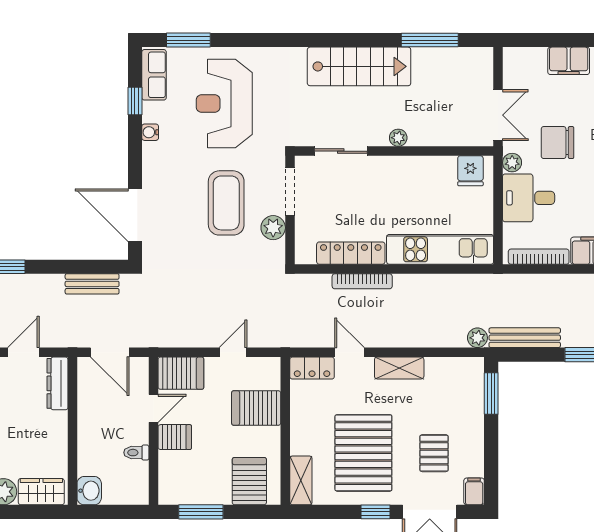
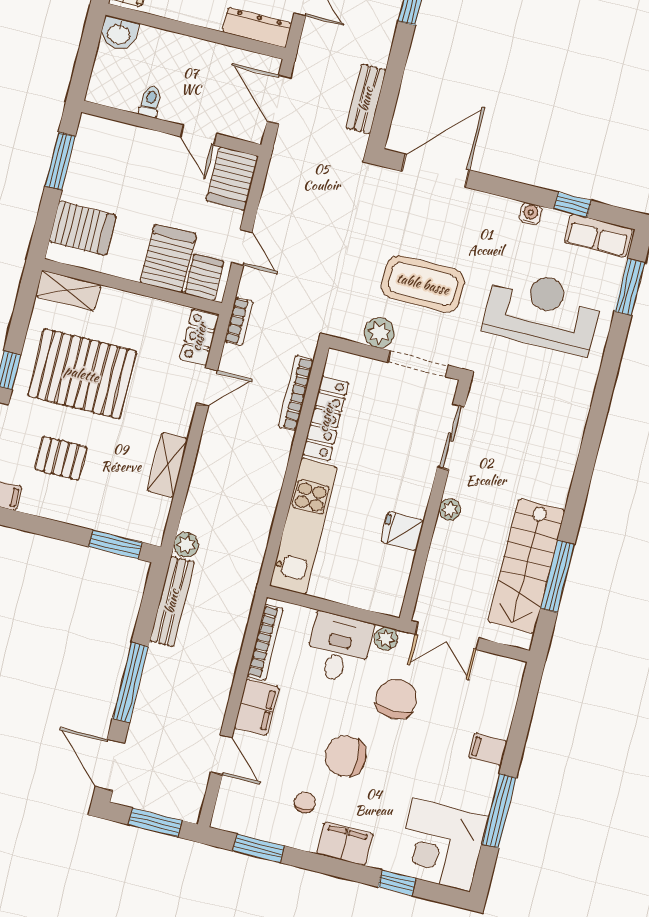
filing cabinet: (569, 61) -> (488, 749), width x0.50
stairs: (359, 66) -> (526, 566), moved
fridge: (470, 171) -> (402, 531), moved
bookcase: (362, 281) -> (296, 393), moved
bookcase: (292, 340) -> (239, 321), added
door: (110, 352) -> (279, 99), hinge flipped
shelving: (399, 368) -> (168, 465), moved
server rack: (175, 437) -> (204, 277), moved, turned 180

